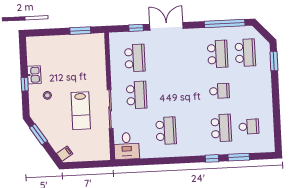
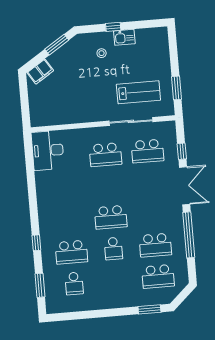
window: (225, 24) -> (189, 235), moved
sliding door: (110, 109) -> (131, 121), moved
lab bench: (81, 111) -> (138, 92), moved, turned 180
school desk: (166, 131) -> (111, 217), moved
desk: (127, 146) -> (48, 150), width x1.37
filing cabinet: (65, 154) -> (40, 72), width x2.00
window: (239, 157) -> (40, 285), moved

